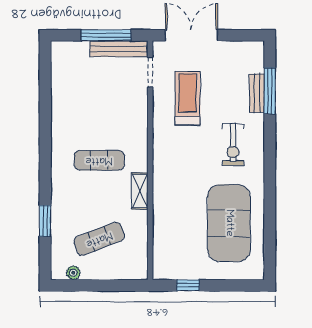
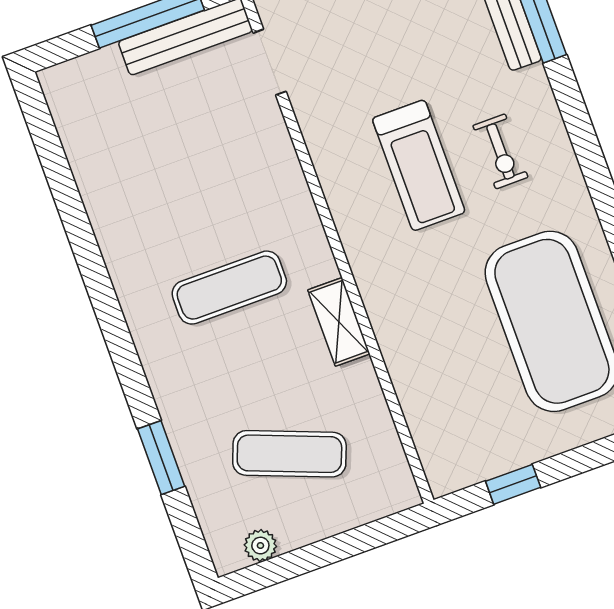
treadmill: (188, 98) -> (419, 165), moved, turned 180
exercise bike: (233, 144) -> (500, 151), width x0.73, depth x0.72
exercise mat: (99, 239) -> (289, 454), turned 42

